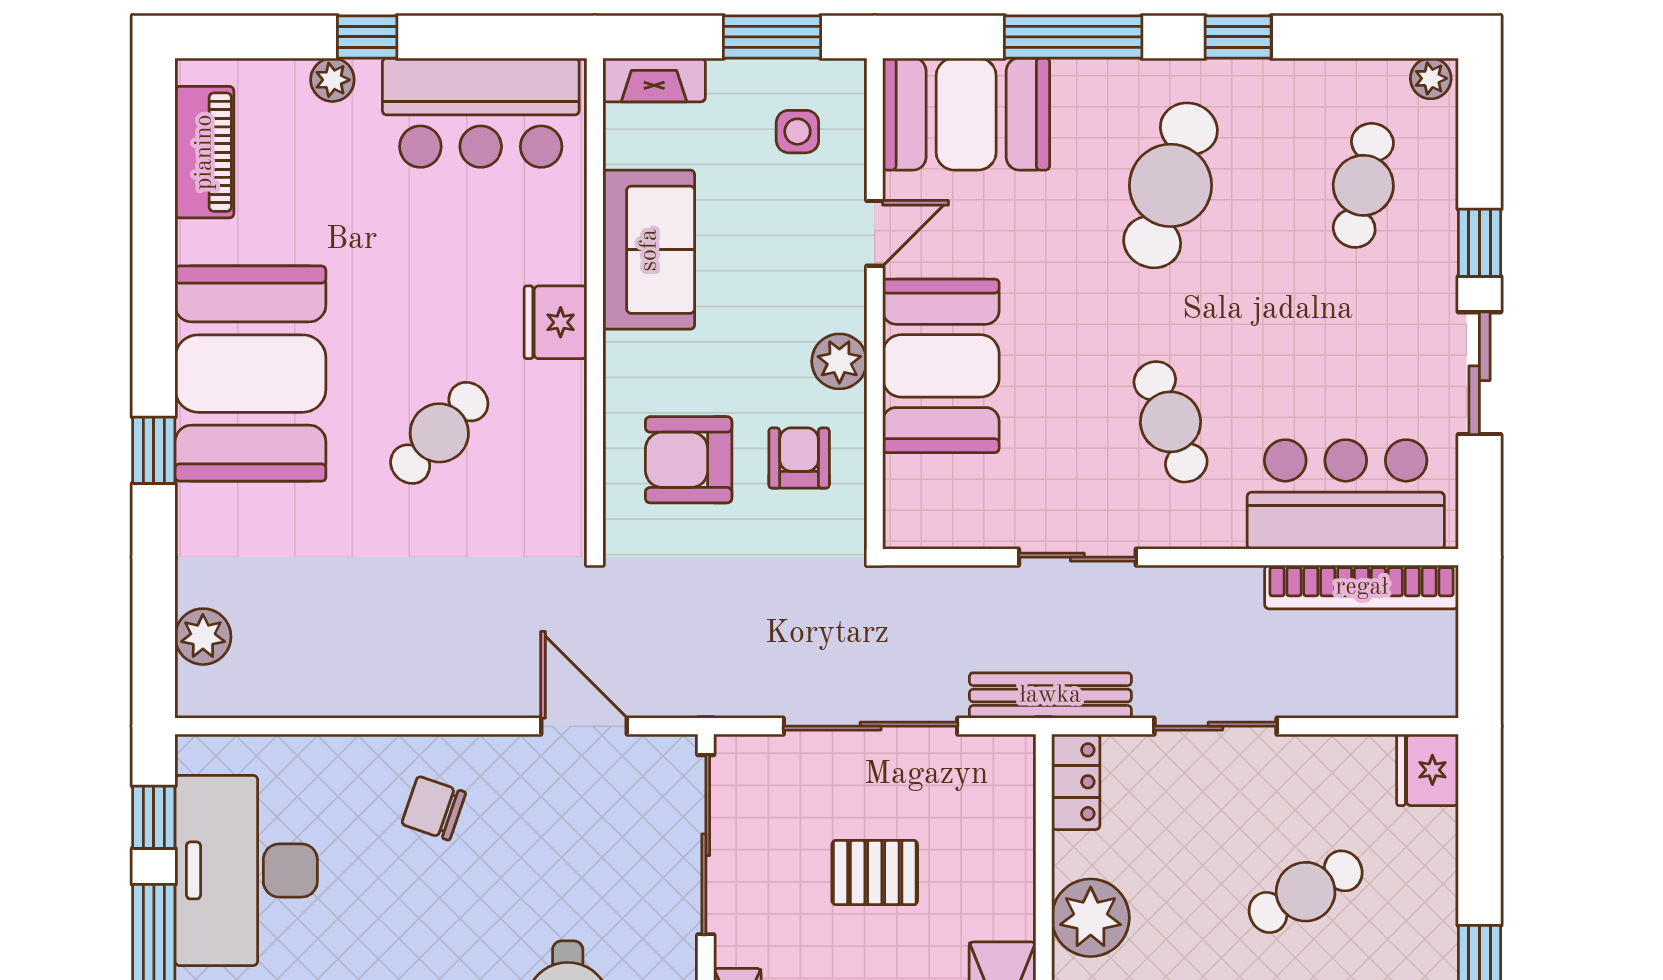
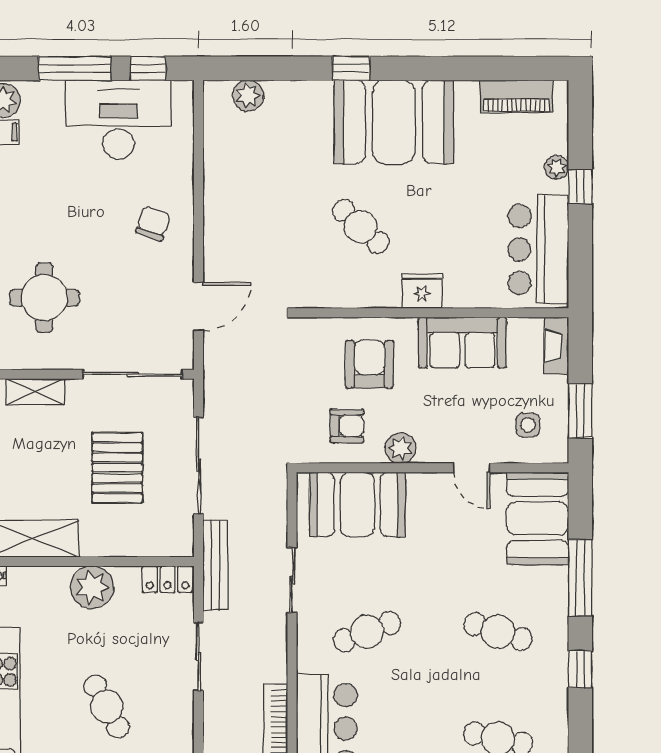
cafe table: (1171, 185) -> (498, 632), width x0.73, depth x0.74
booth: (941, 366) -> (357, 504), moved
armchair: (689, 460) -> (370, 364), moved
pallet: (875, 873) -> (117, 468), width x1.50, depth x1.42

